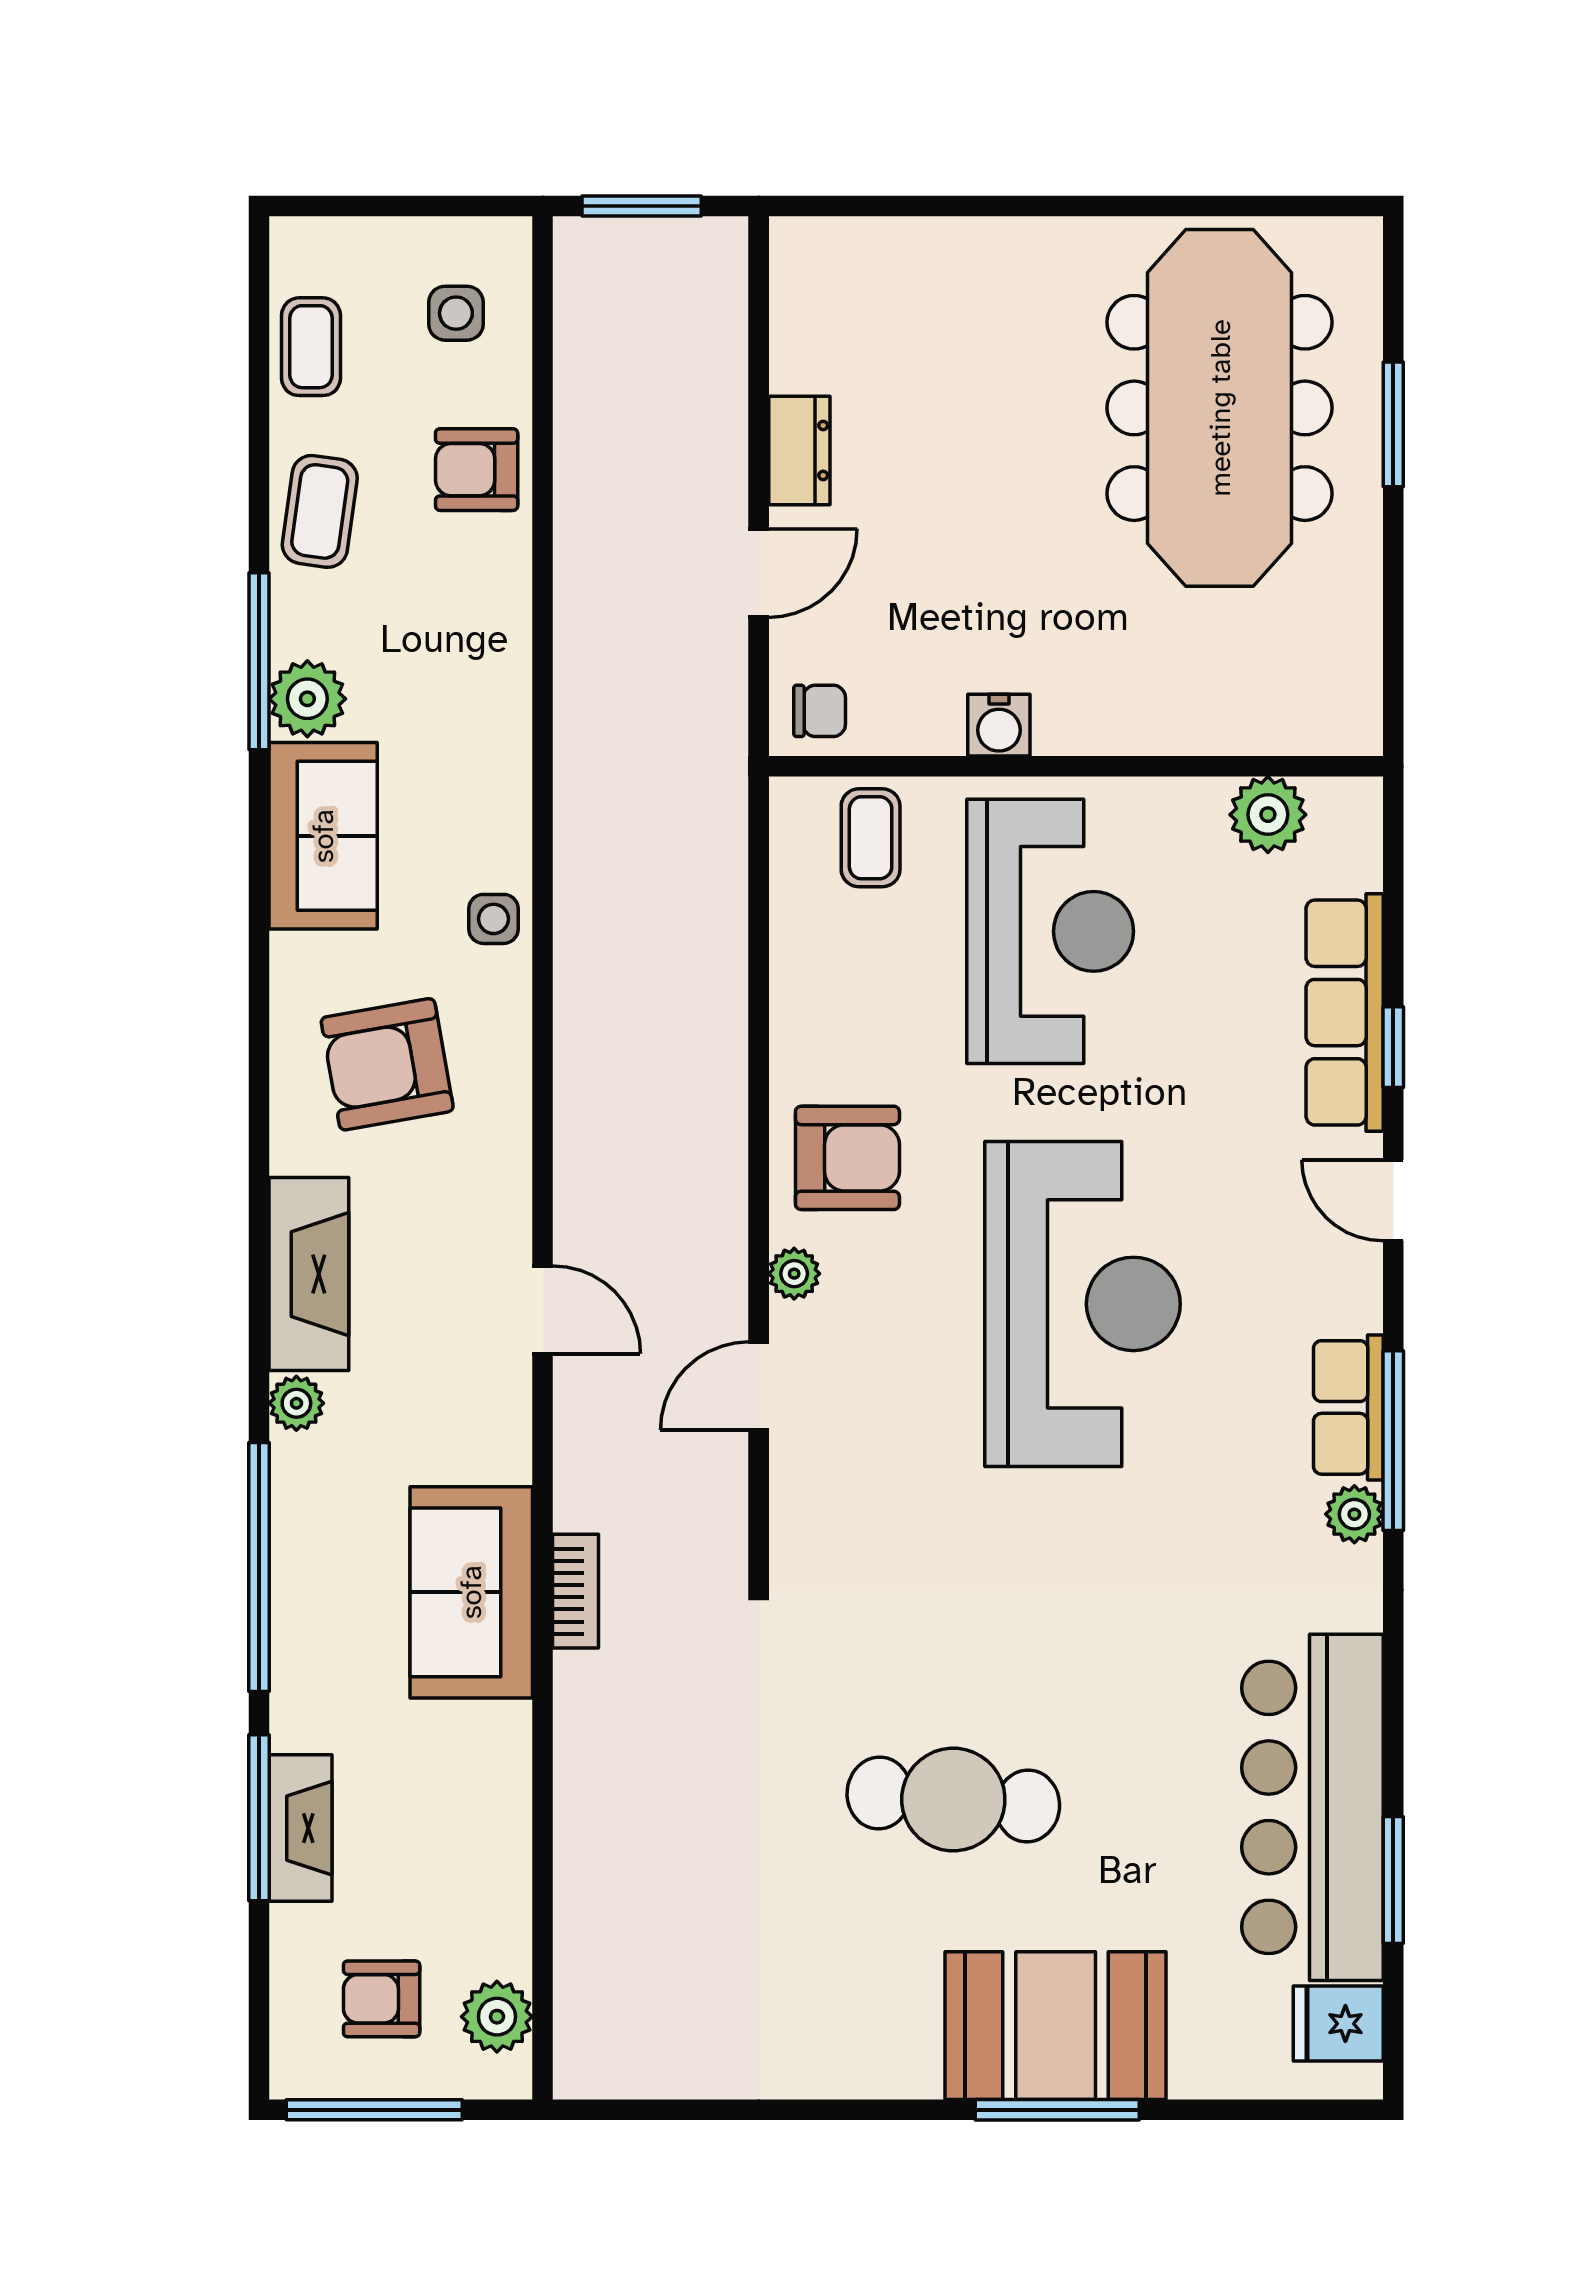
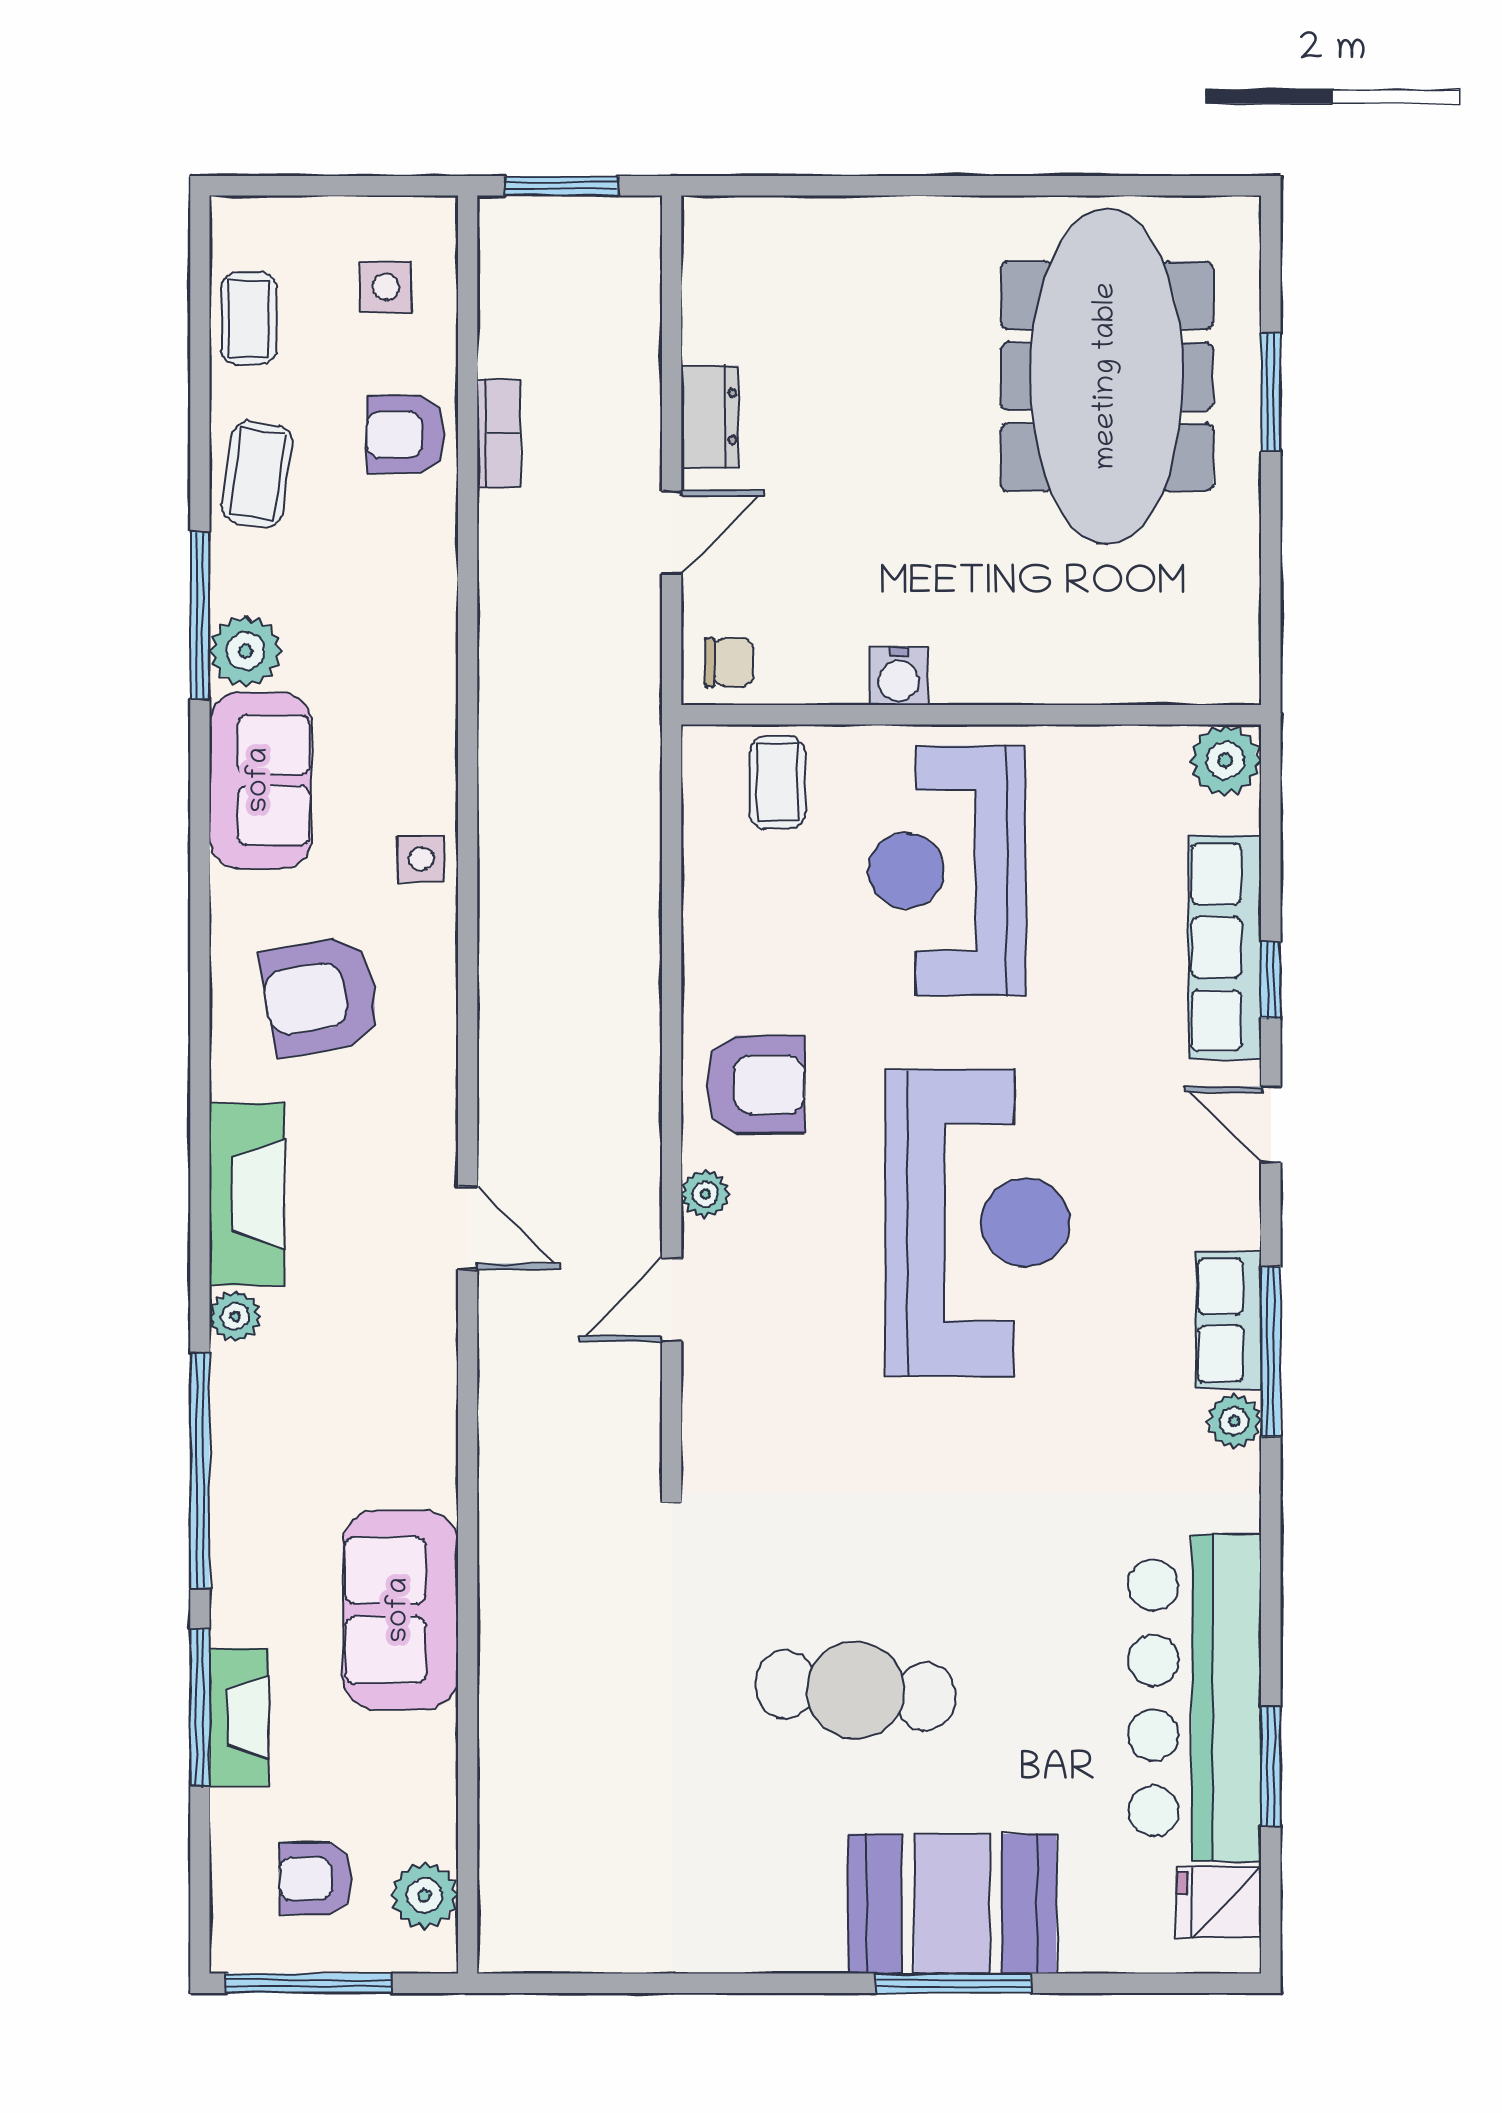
plant: (1268, 815) -> (1225, 760), moved
reception desk: (1050, 931) -> (947, 871), turned 180
bookcase: (576, 1591) -> (499, 434), moved
sofa: (471, 1592) -> (400, 1610), moved

